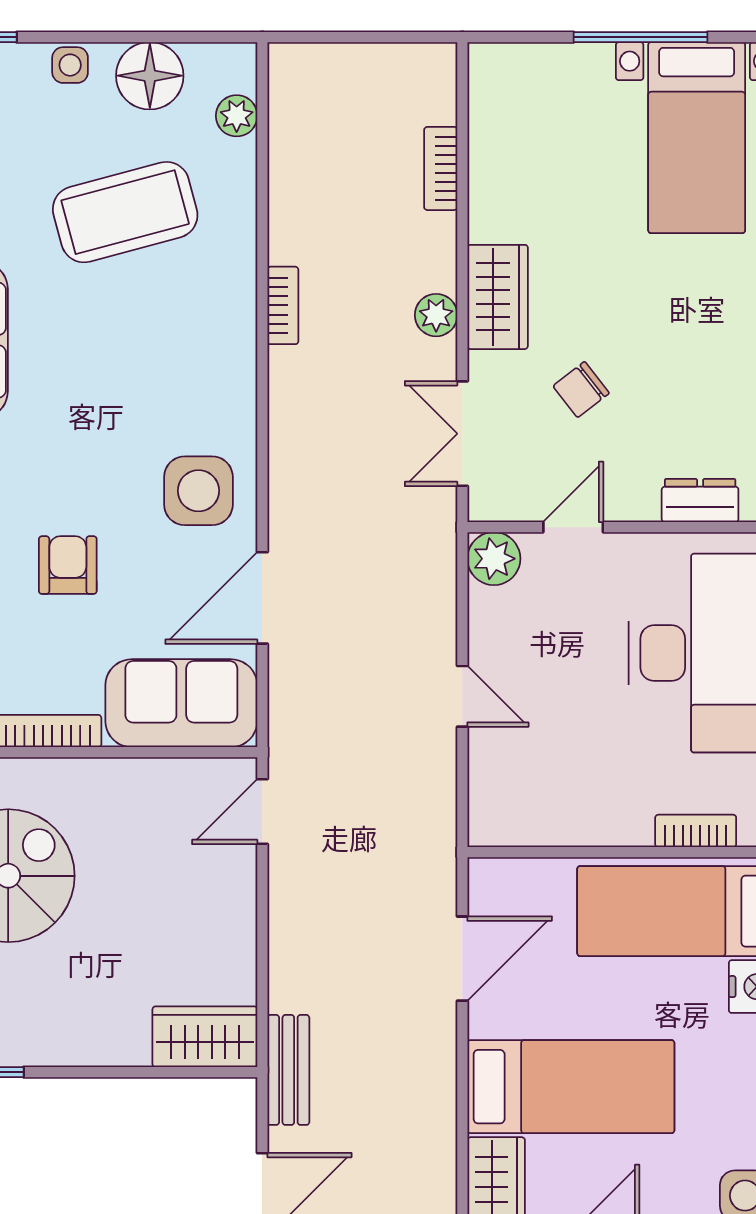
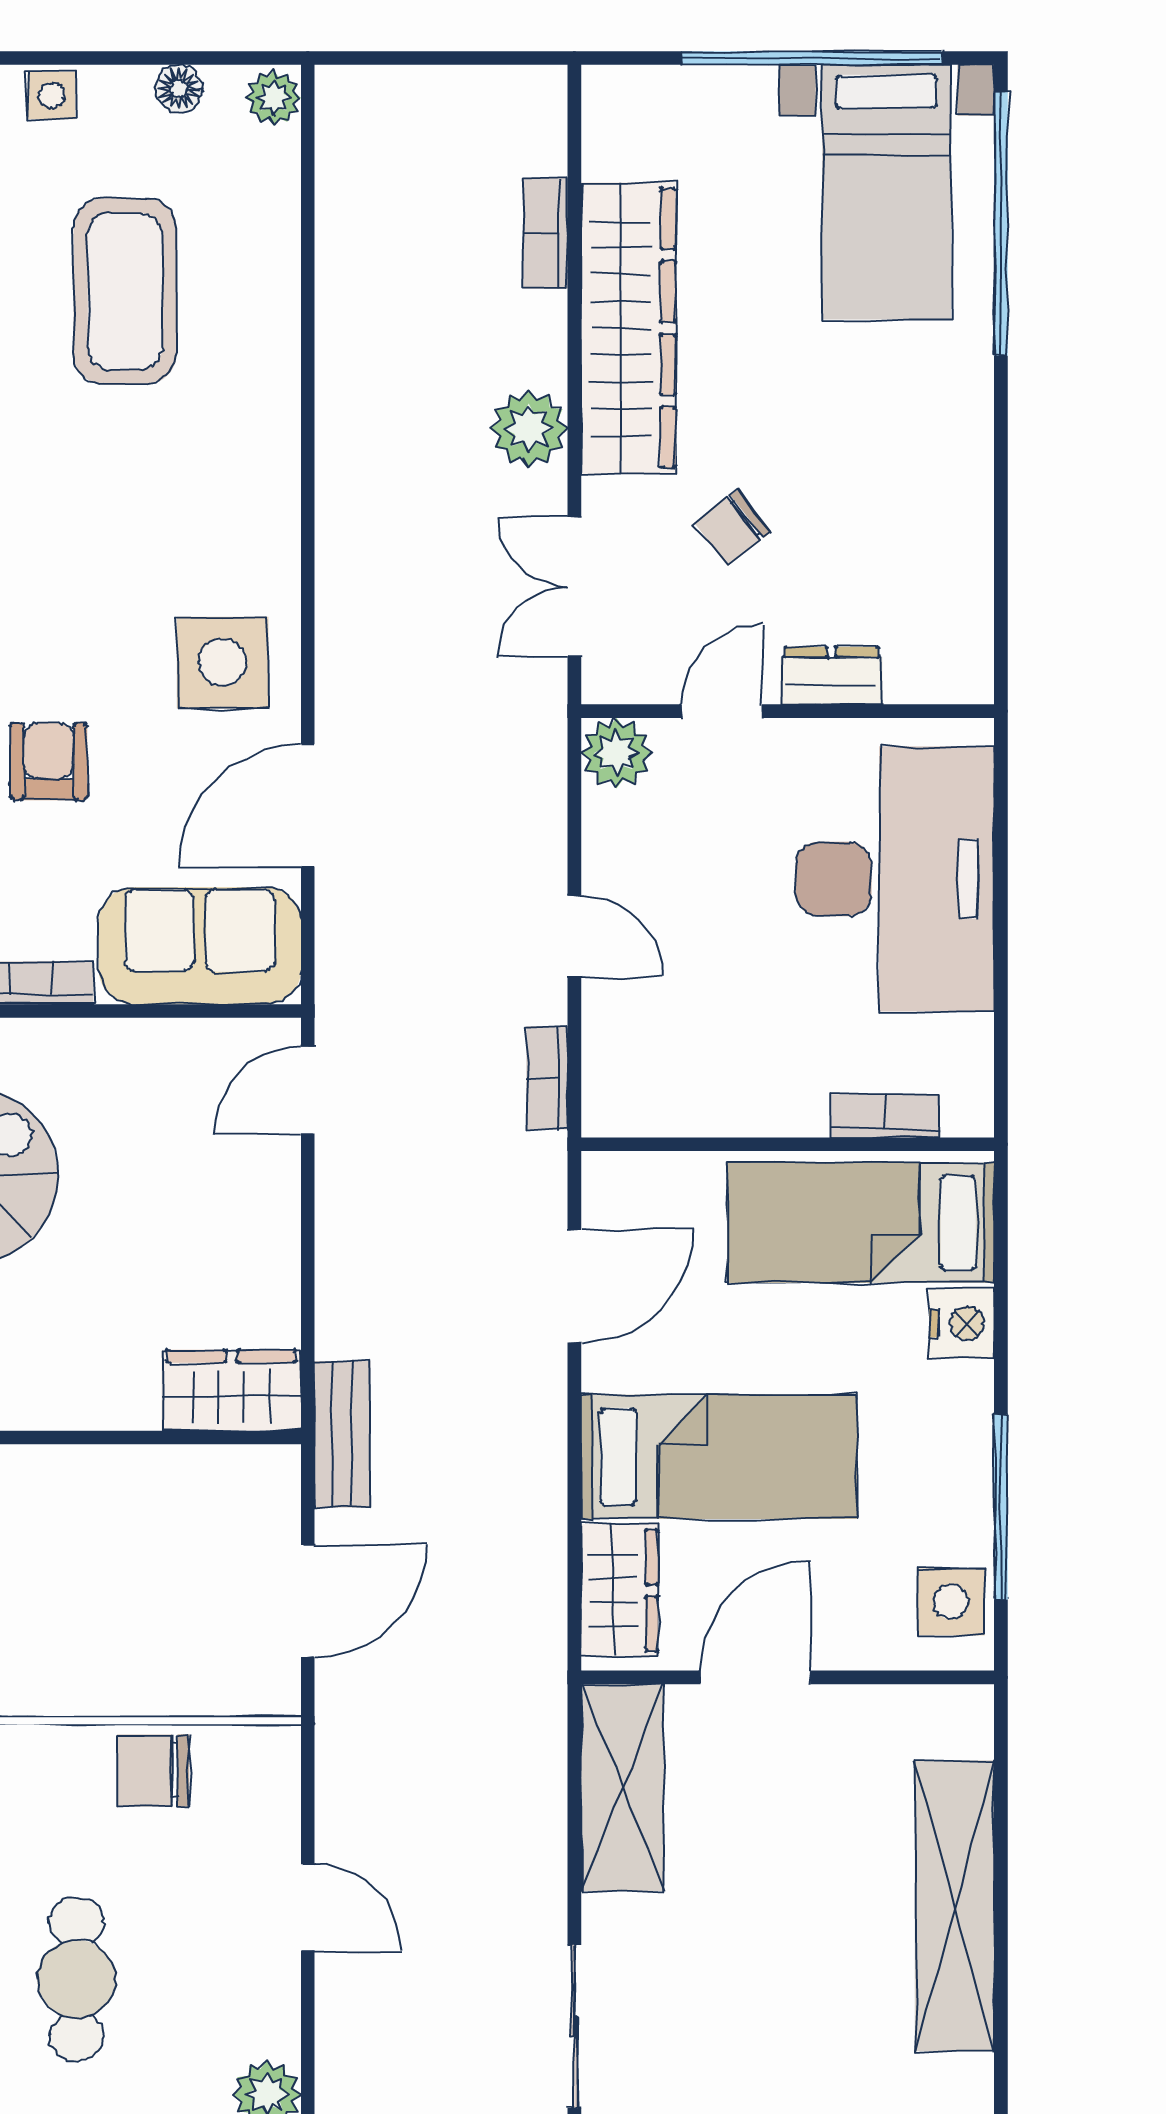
window: (640, 37) -> (812, 58), width x1.46
floor lamp: (150, 76) -> (179, 89), width x0.53, depth x0.53
plant: (237, 116) -> (274, 98), moved
coffee table: (125, 212) -> (125, 291), turned -75
wardrobe: (498, 297) -> (628, 328), width x2.10, depth x1.17
bookcase: (283, 305) -> (547, 1078), moved, turned 180
plant: (436, 315) -> (529, 428), width x1.38, depth x1.38
dresser: (700, 501) -> (831, 676), moved

